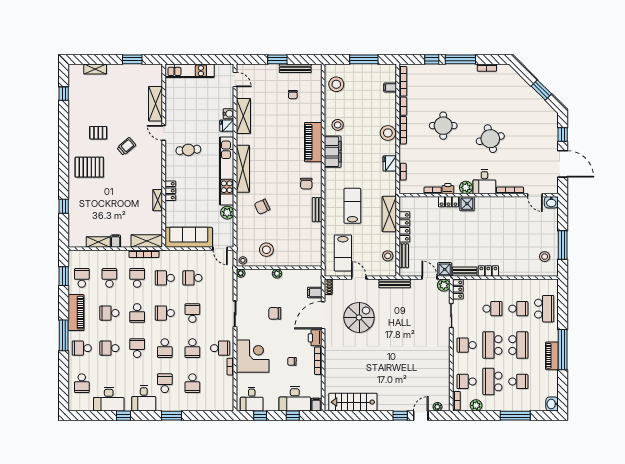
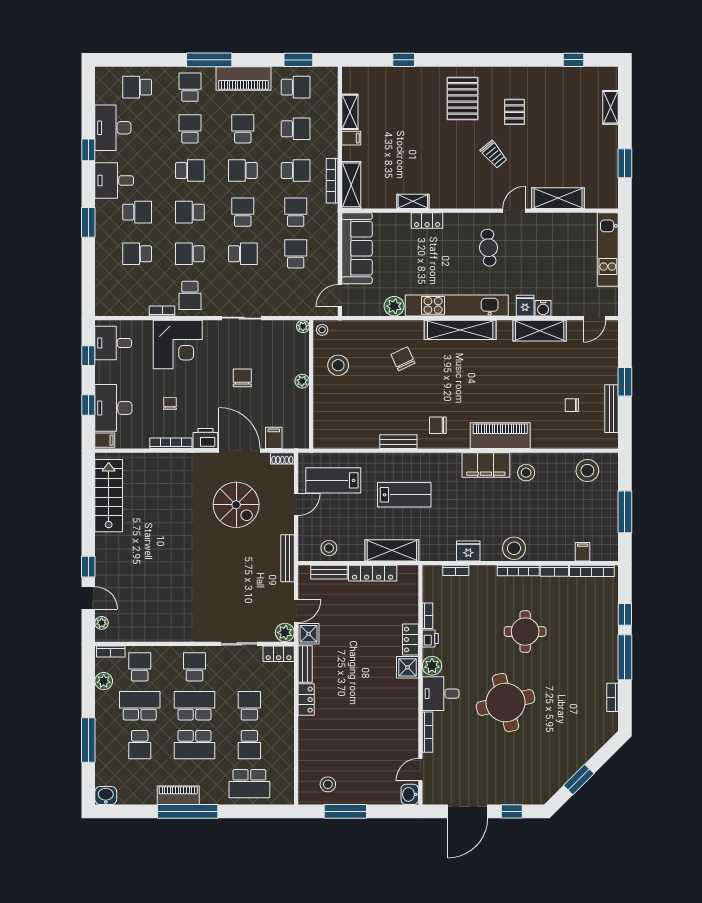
round table: (490, 139) -> (505, 703), width x1.36, depth x1.36
school desk: (492, 309) -> (249, 706), turned 180

